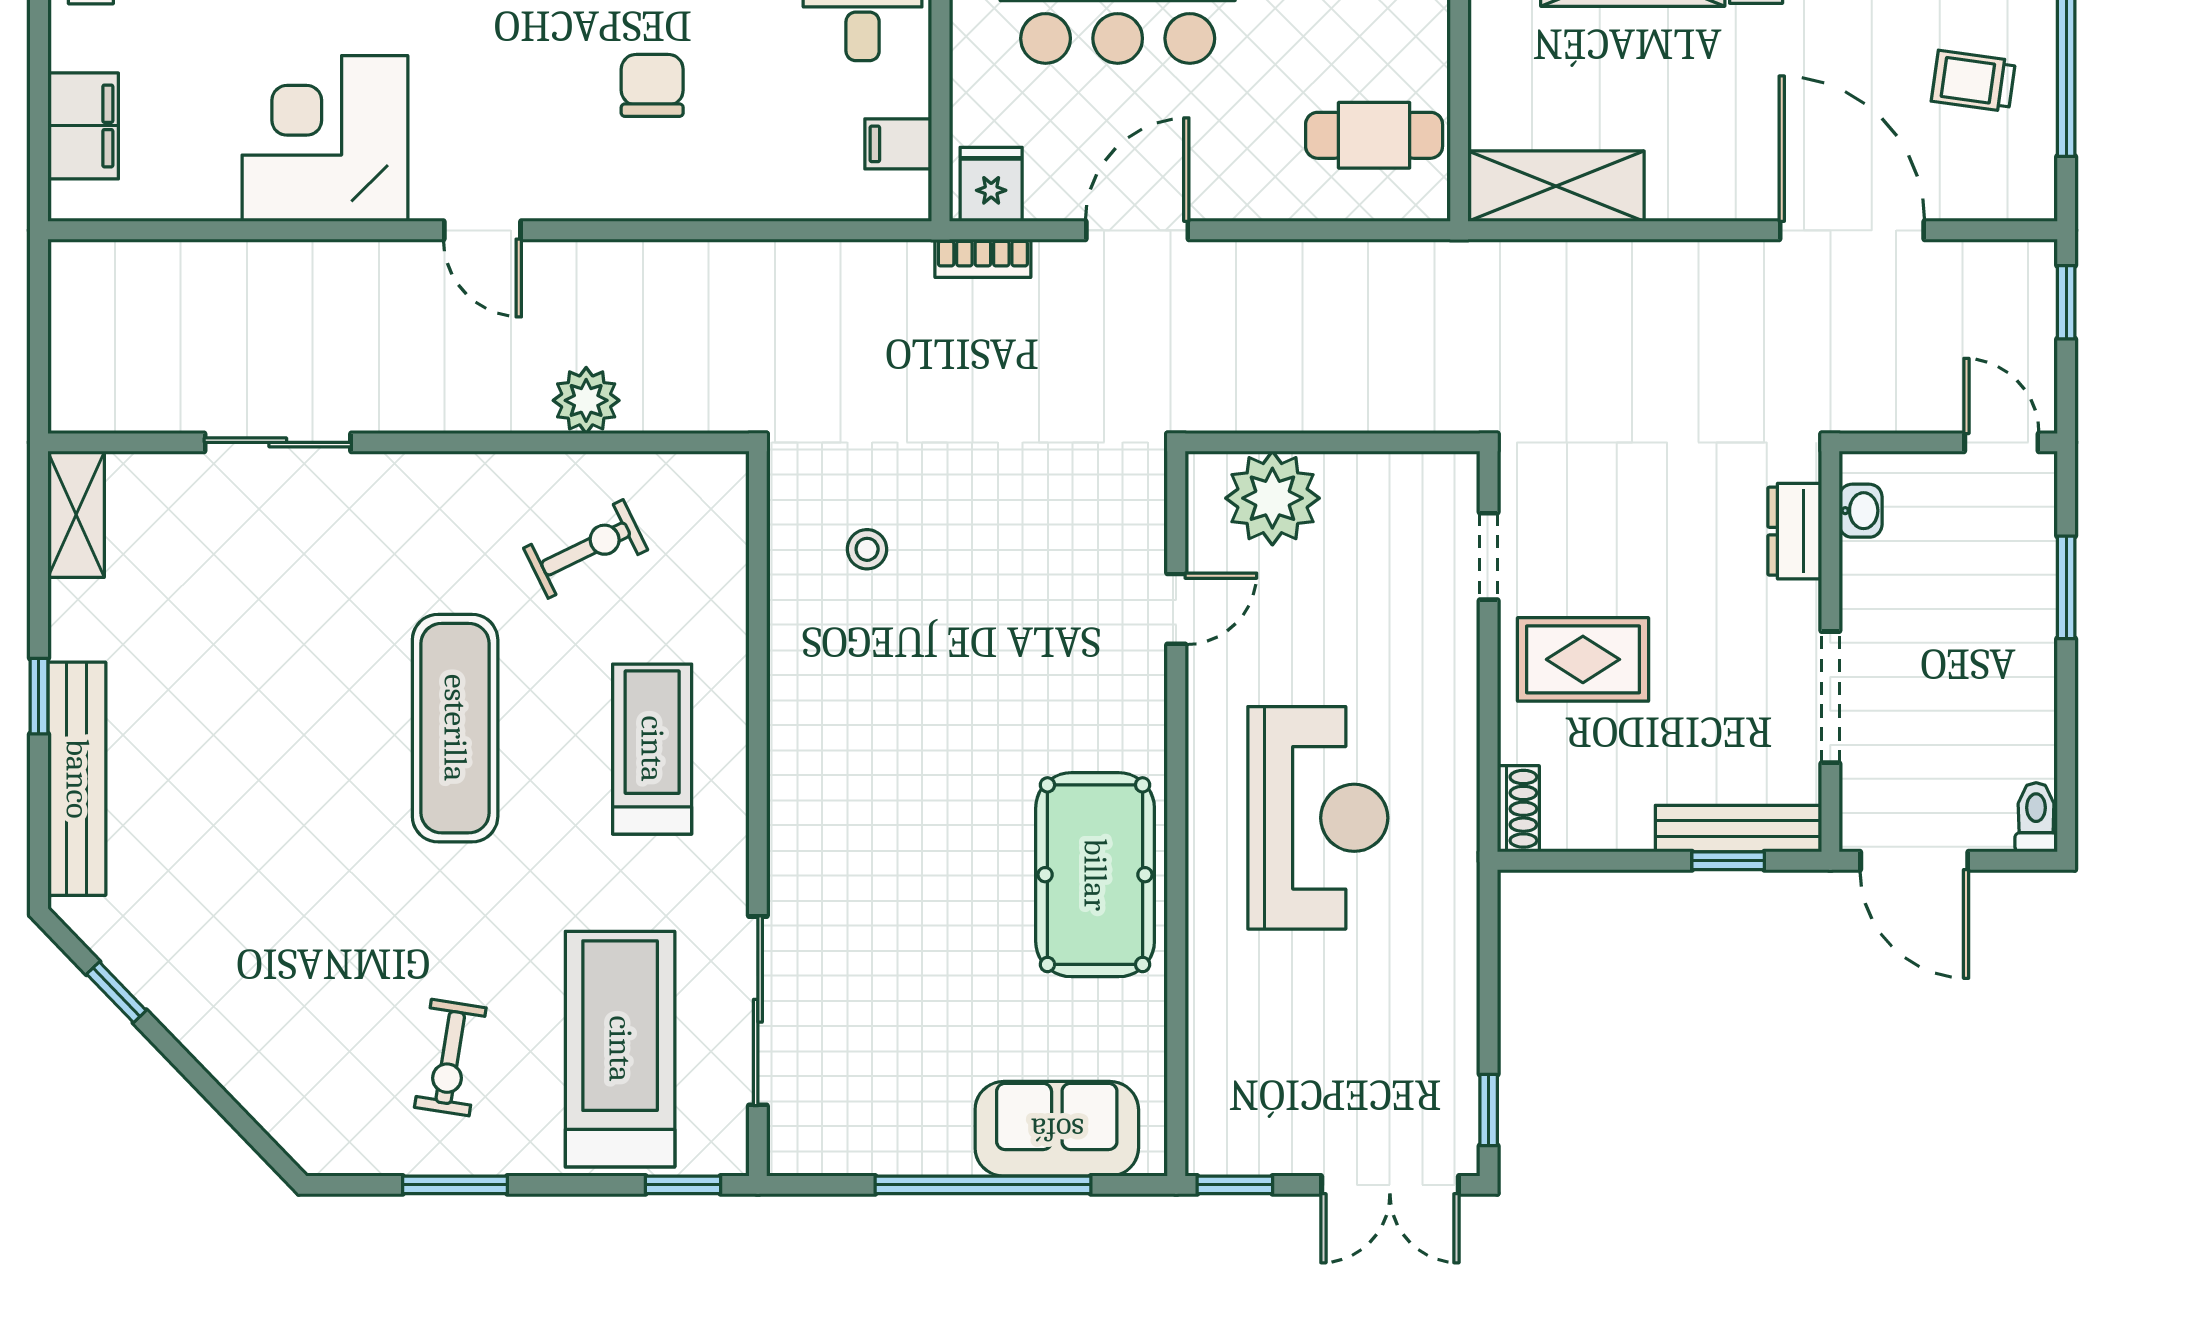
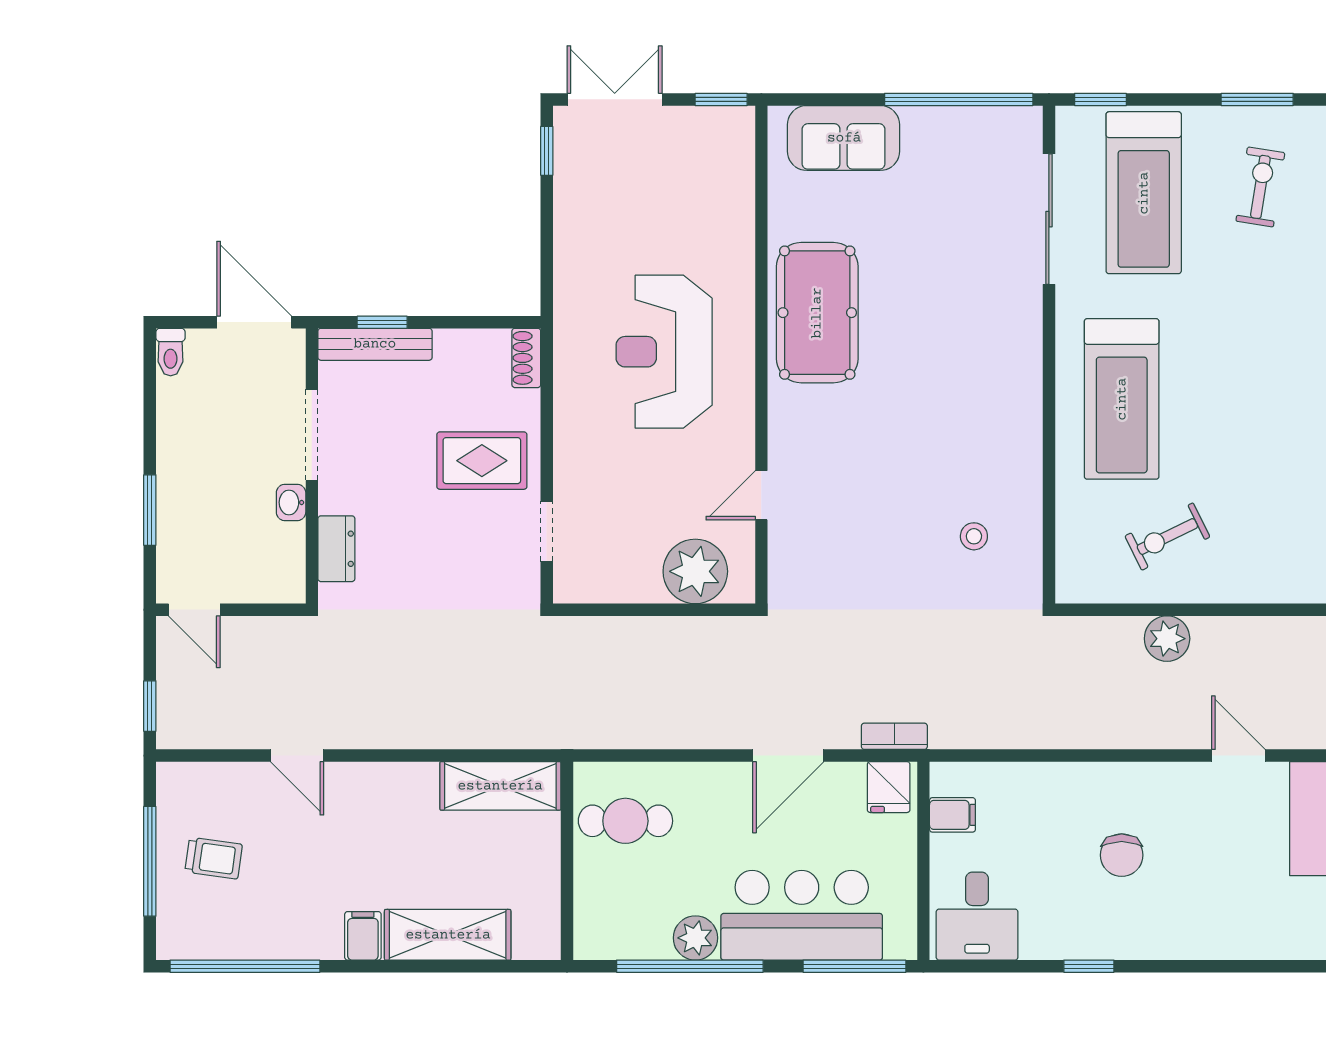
door: (1852, 230) -> (297, 756), width x0.53
washbasin: (1861, 511) -> (291, 502), moved
exercise mat: (455, 728) -> (1257, 413), removed
treadmill: (652, 749) -> (1122, 399), width x1.37, depth x1.38
window: (983, 1185) -> (959, 99), moved

